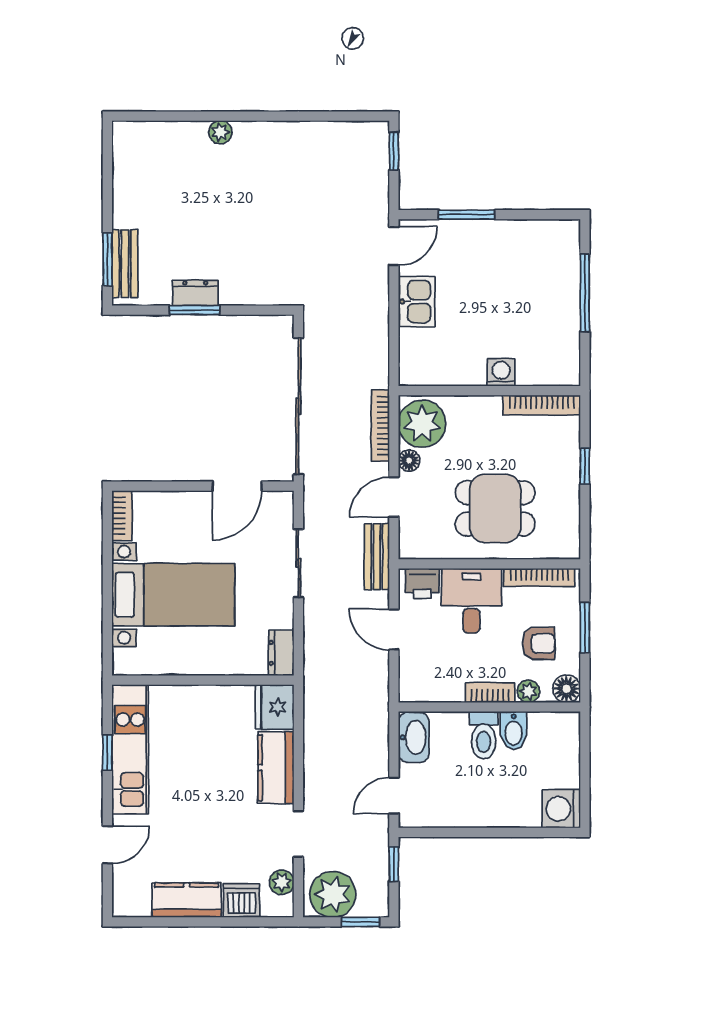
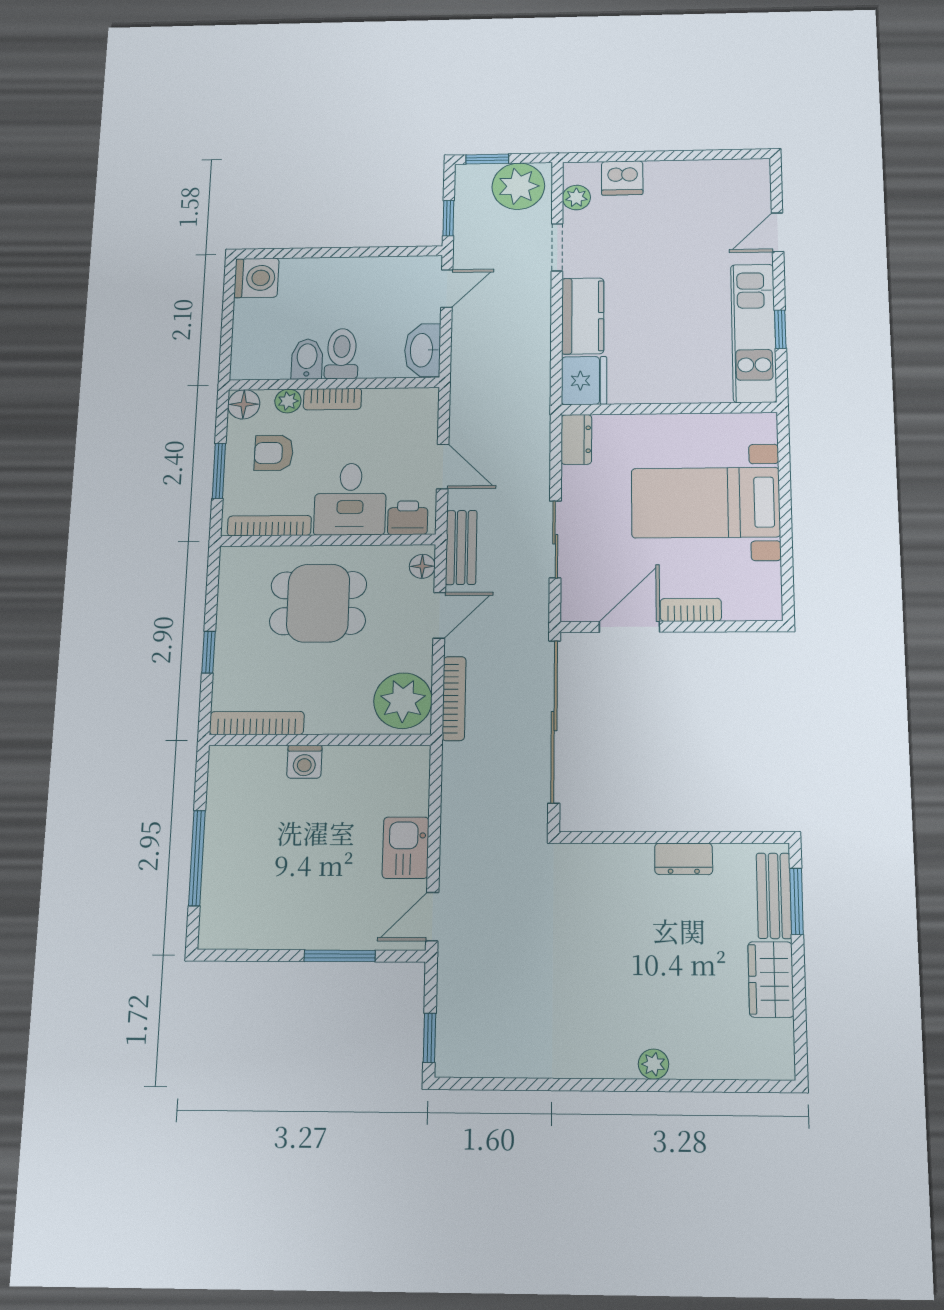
wardrobe: (129, 198) -> (771, 979), added
window: (195, 310) -> (684, 838), removed
floor lamp: (409, 461) -> (422, 566), moved
bookcase: (122, 516) -> (691, 610), moved, turned 90
kitchen counter: (187, 900) -> (685, 177), removed

